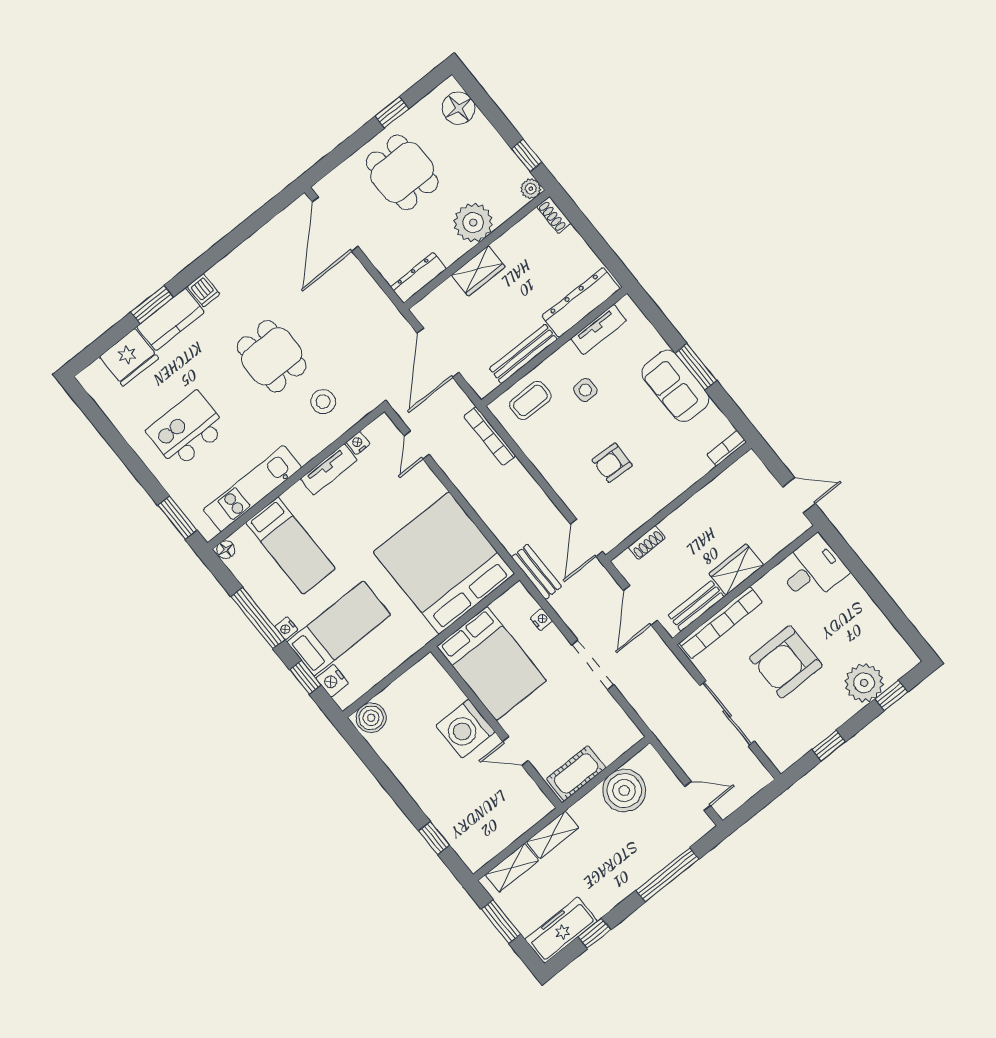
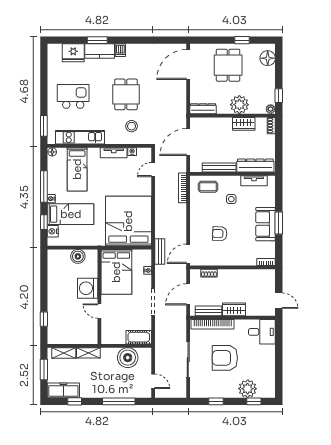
wardrobe: (478, 271) -> (244, 124), moved
boiler: (371, 718) -> (78, 256), moved
cot: (576, 773) -> (139, 337), moved

